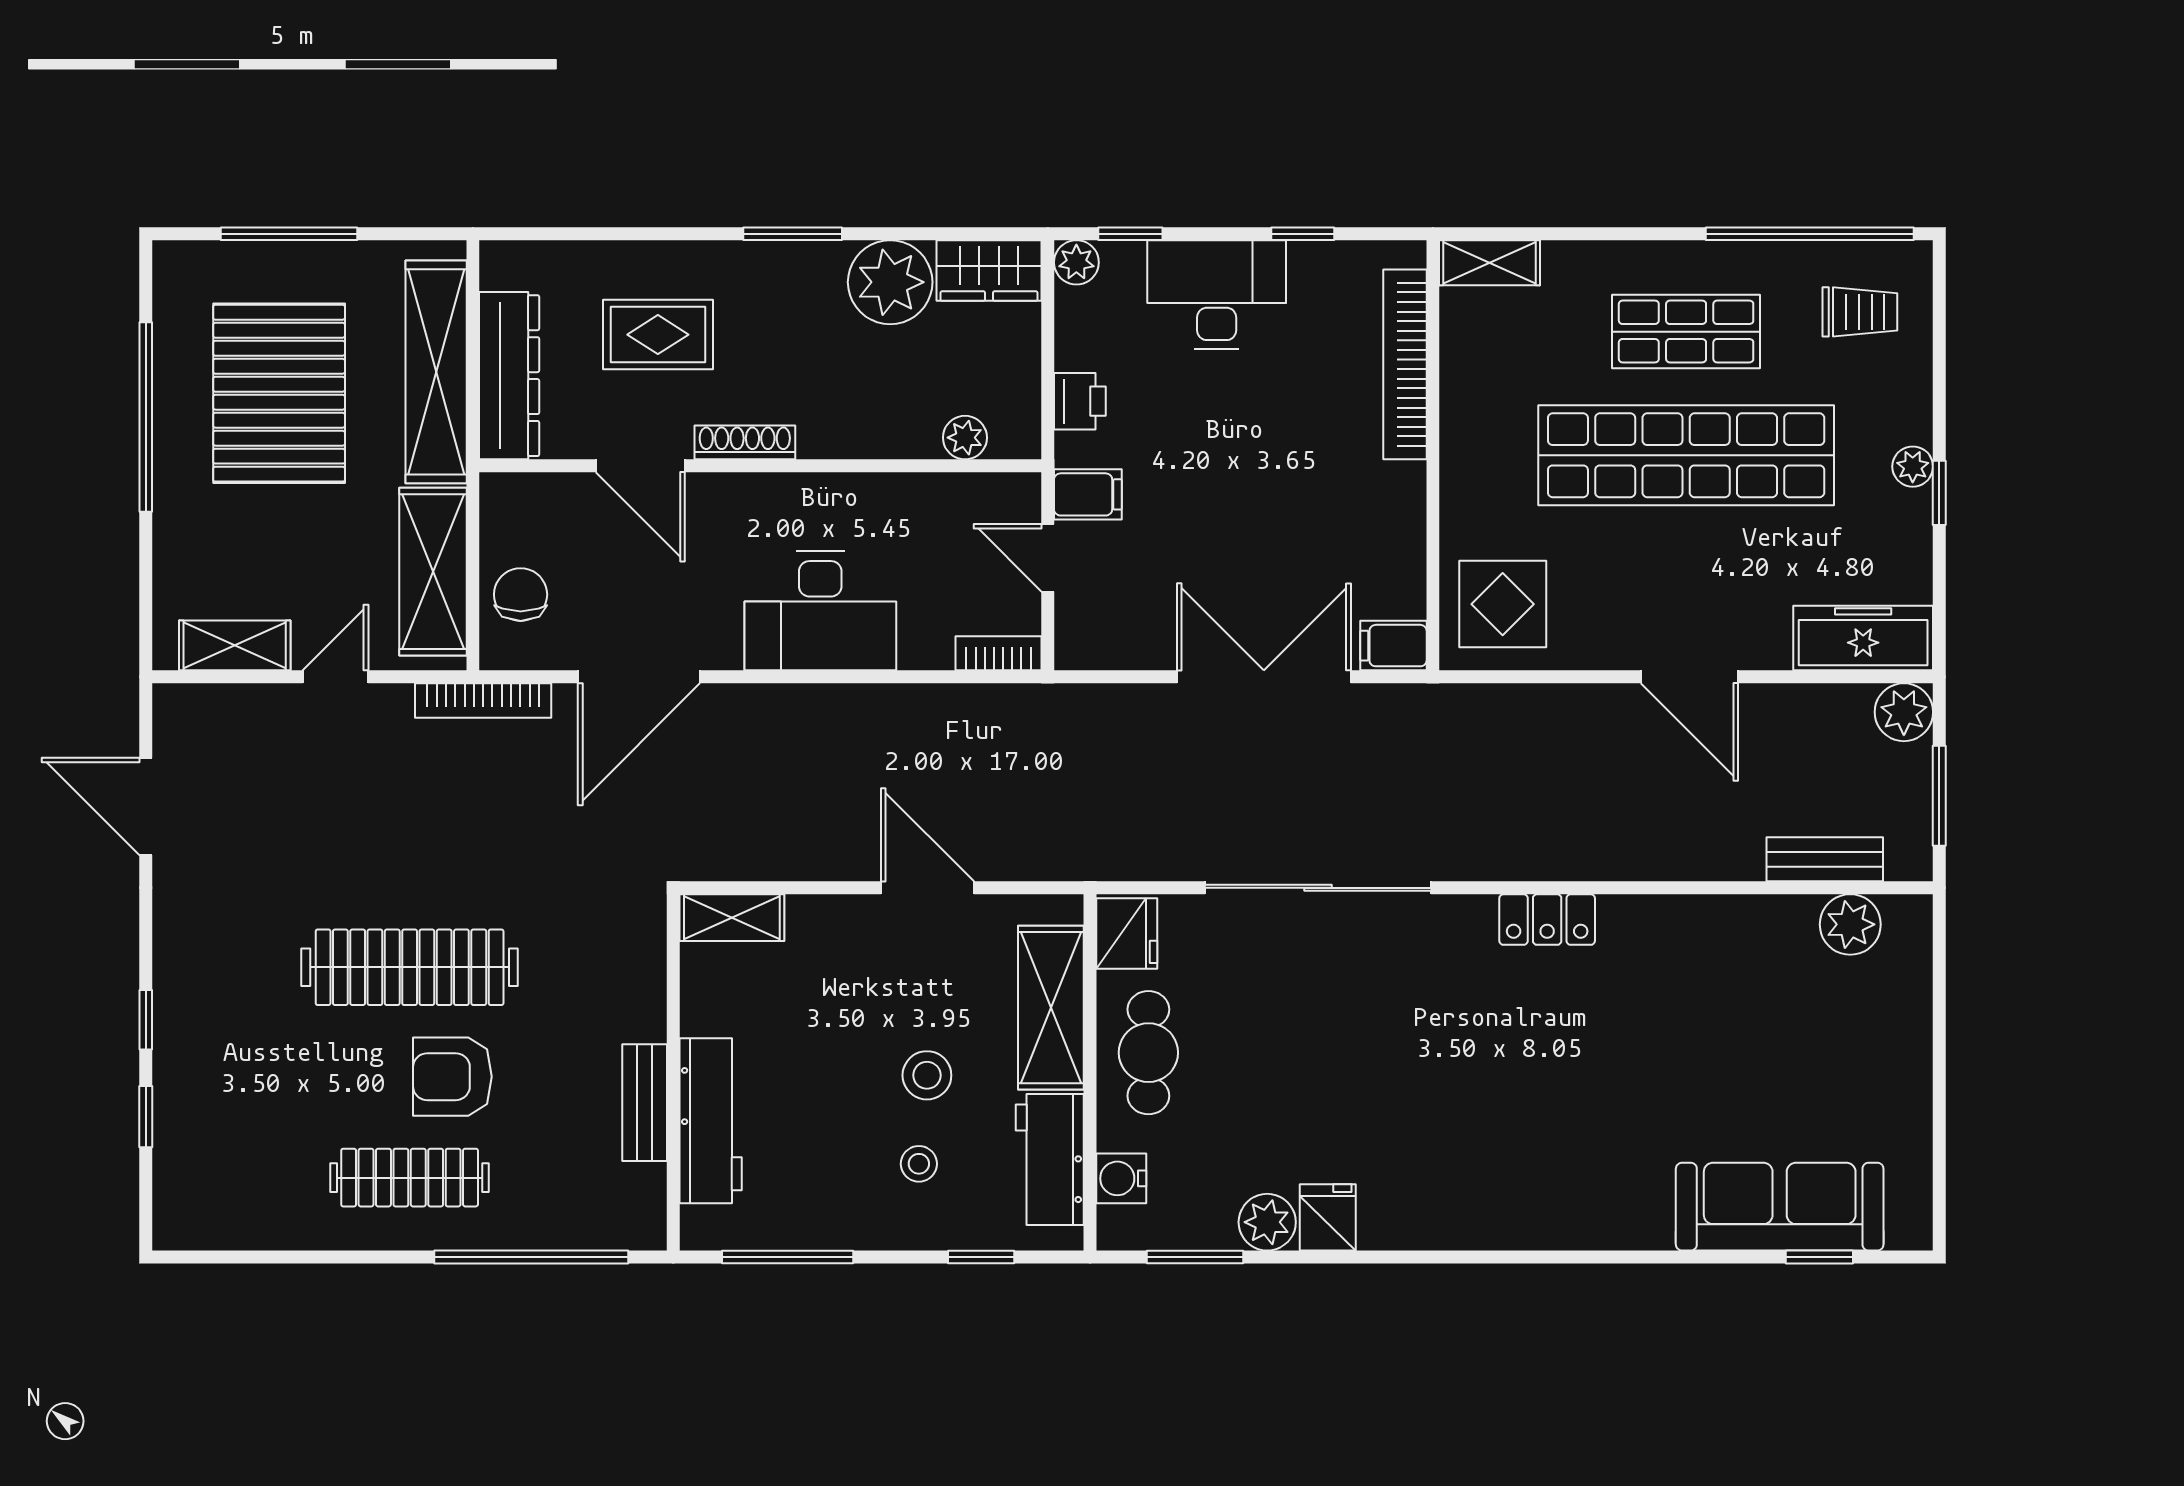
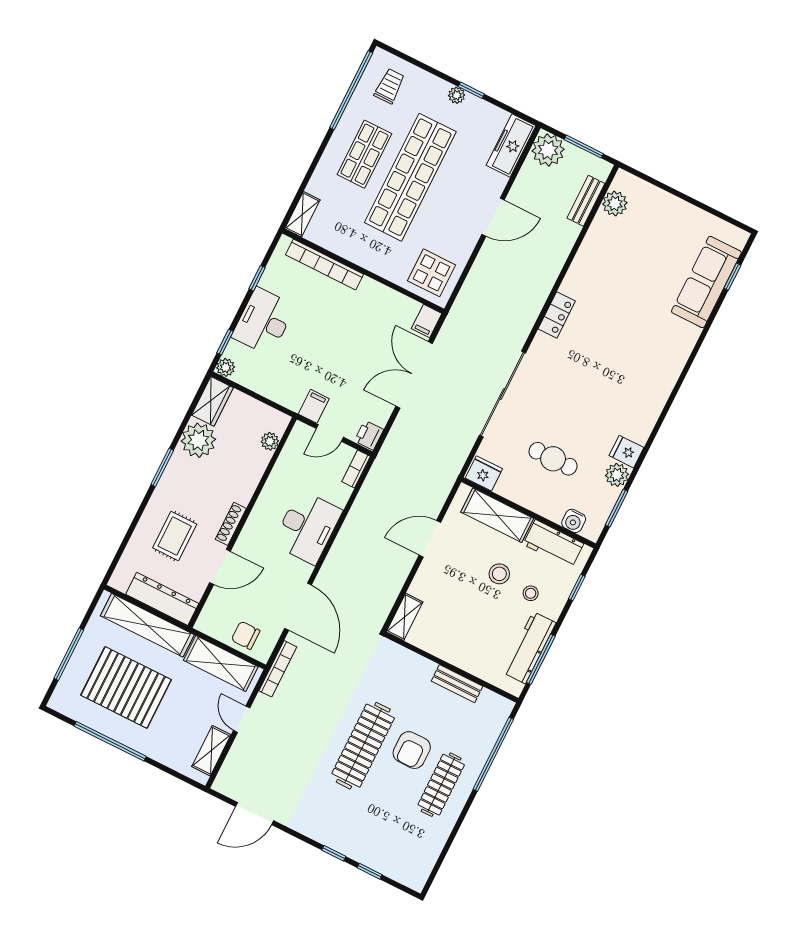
printer: (1080, 401) -> (369, 435), moved, turned -90
plant: (1904, 712) -> (548, 150), width x1.36, depth x1.36
cafe table: (1148, 1053) -> (553, 459), moved
workbench: (711, 1121) -> (529, 648), moved, turned -90

